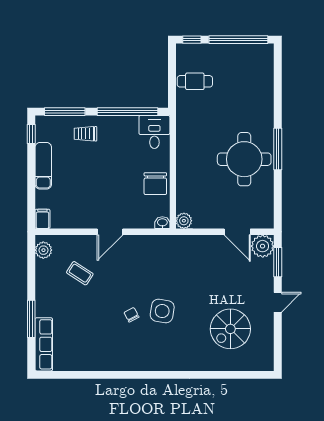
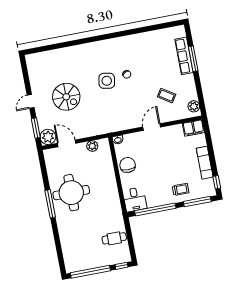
filing cabinet: (42, 219) -> (194, 128), width x2.00
plant: (184, 221) -> (92, 146), moved
spiral stairs: (230, 329) -> (66, 97), moved, turned 90
row of seats: (44, 344) -> (184, 56), moved

